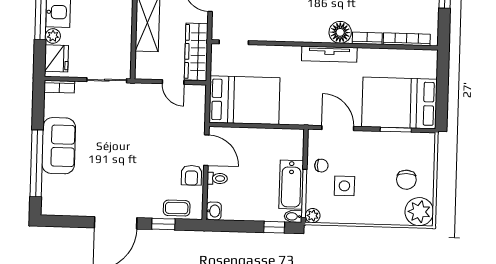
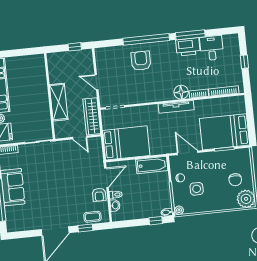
door: (206, 150) -> (106, 178), hinge flipped
bathtub: (291, 185) -> (152, 165), moved, turned -90
washbasin: (214, 211) -> (115, 205), moved

